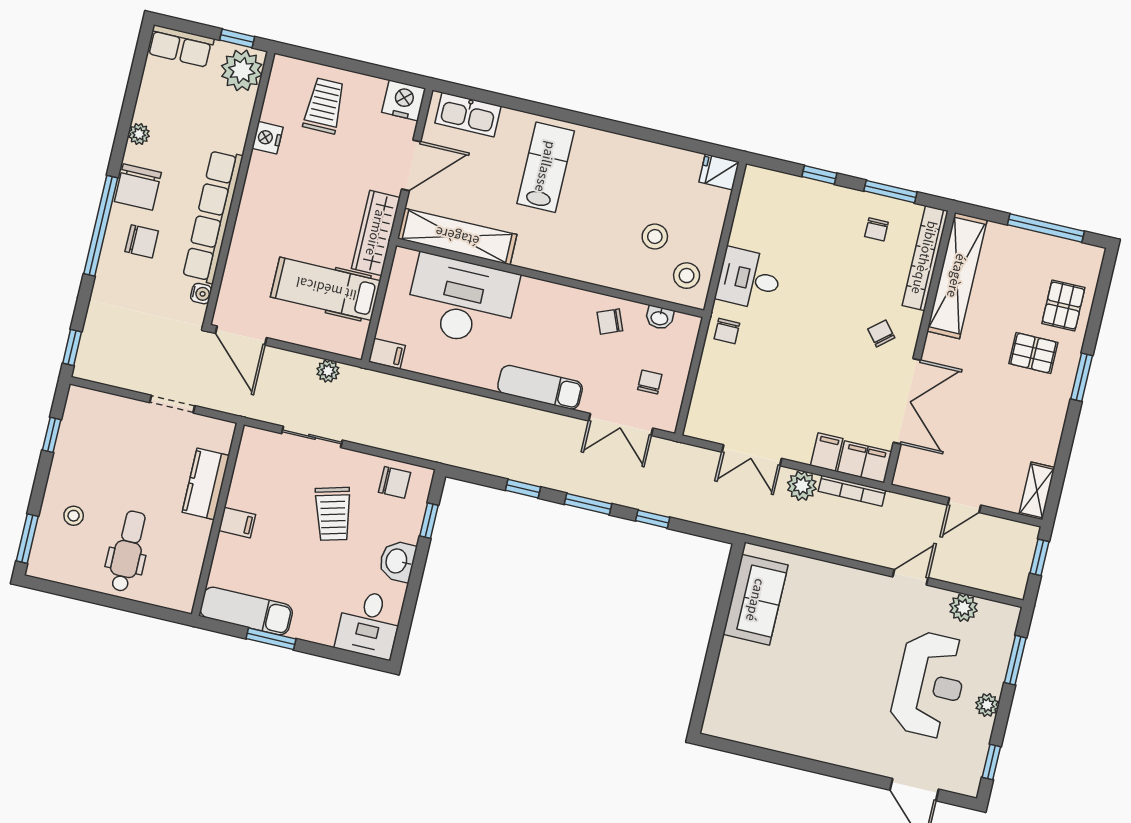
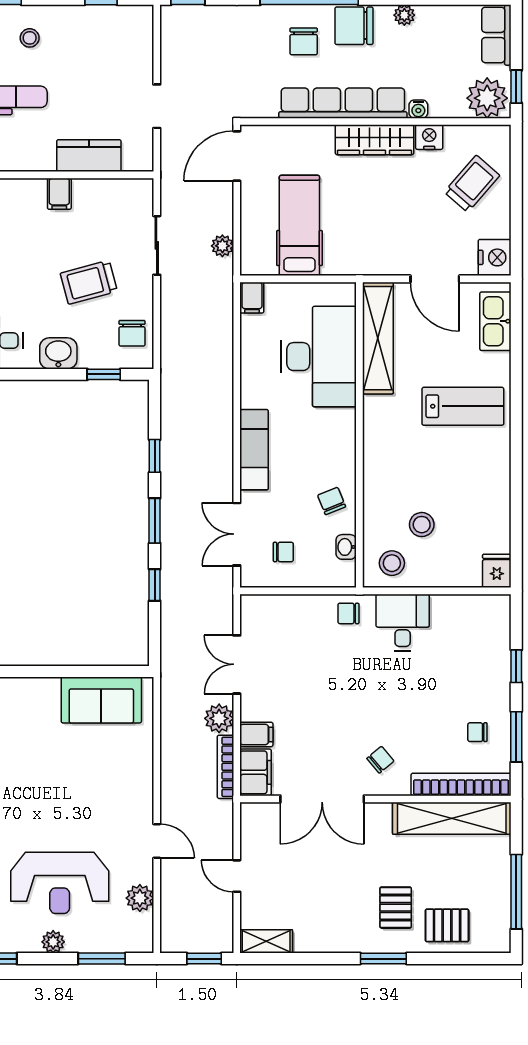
trolley: (324, 106) -> (472, 184), turned -49
wardrobe: (376, 233) -> (374, 140), moved, turned 180
water cooler: (201, 294) -> (418, 109), moved

